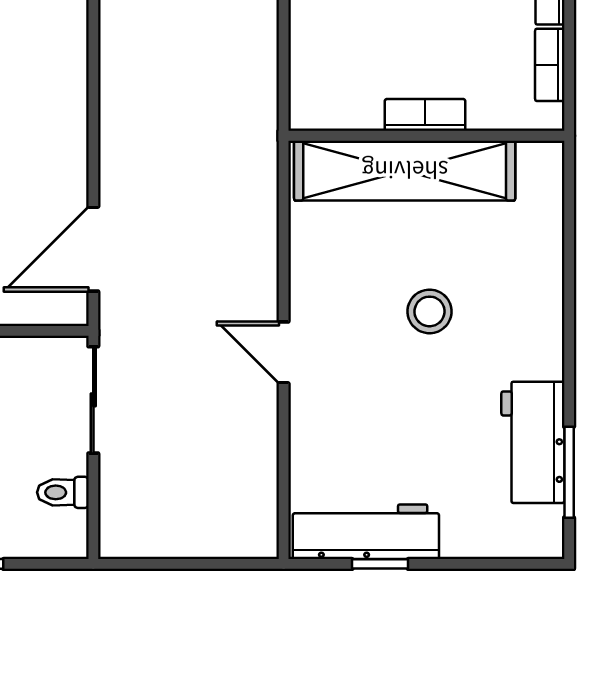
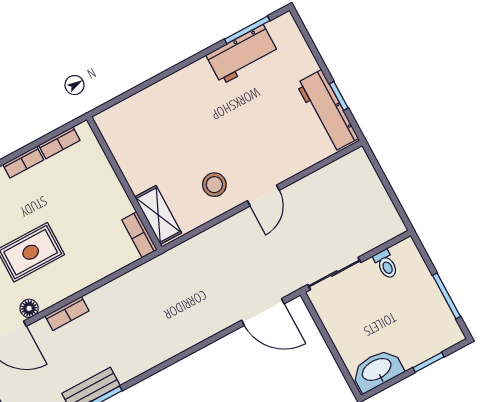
bookcase: (425, 115) -> (139, 235), moved
shelving: (405, 171) -> (158, 215), width x0.45, depth x0.75
stool: (430, 311) -> (214, 185), moved

